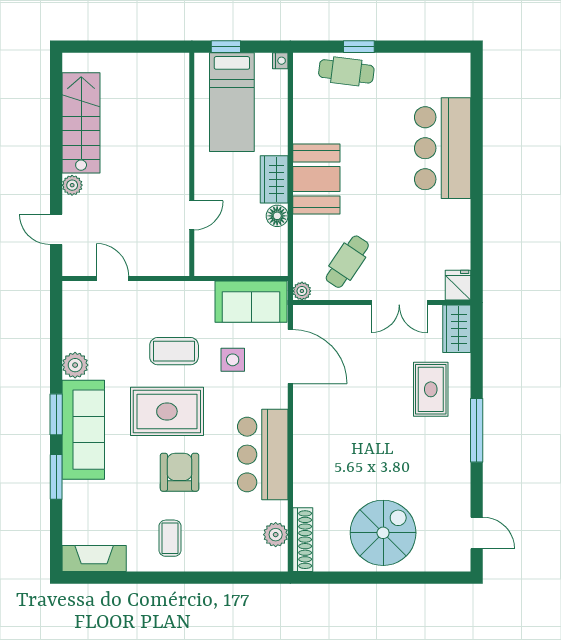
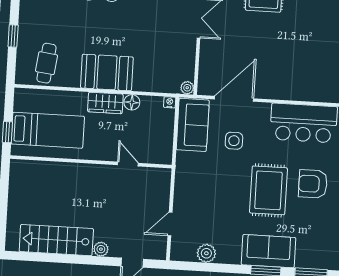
nightstand: (280, 61) -> (170, 102), moved
cafe table: (346, 71) -> (46, 63), moved
cafe table: (347, 262) -> (168, 54), removed
coffee table: (174, 351) -> (225, 183), removed
plant: (75, 365) -> (206, 253), moved
sofa: (83, 430) -> (269, 251), width x0.73

